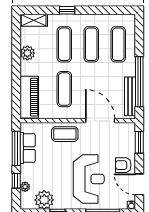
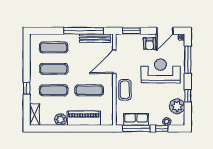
piano: (29, 97) -> (84, 118), moved

